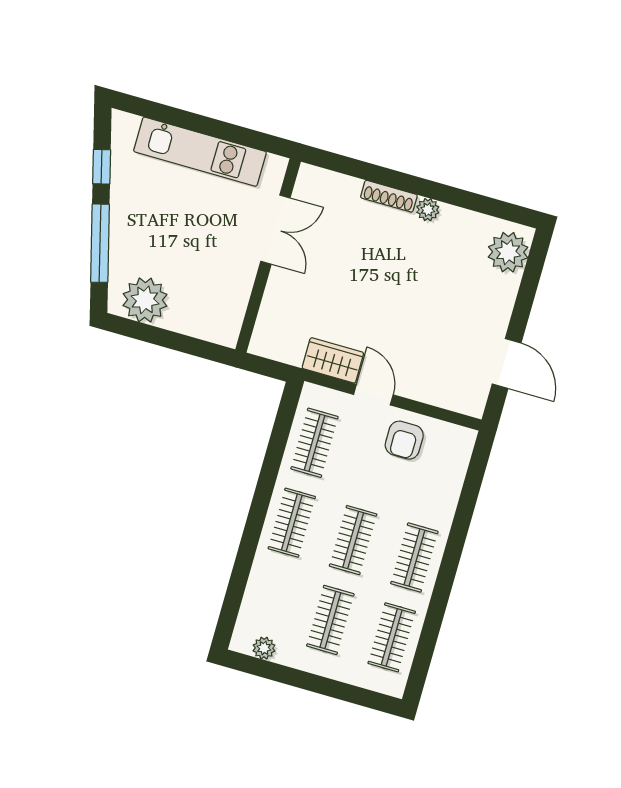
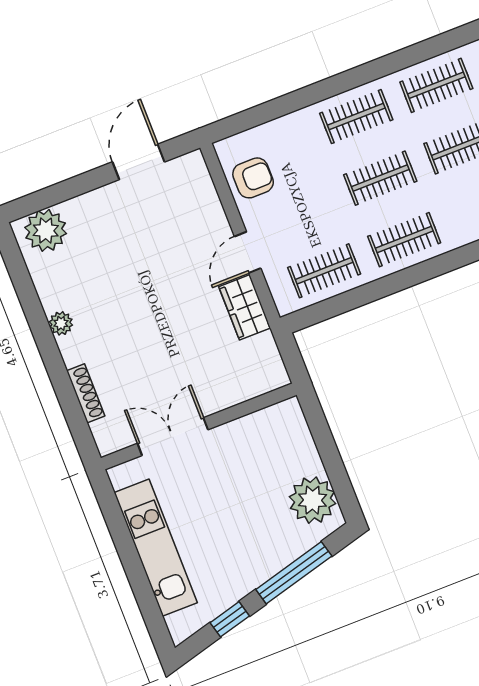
shoe rack: (389, 196) -> (86, 393), moved
armchair: (404, 440) -> (253, 178), moved

